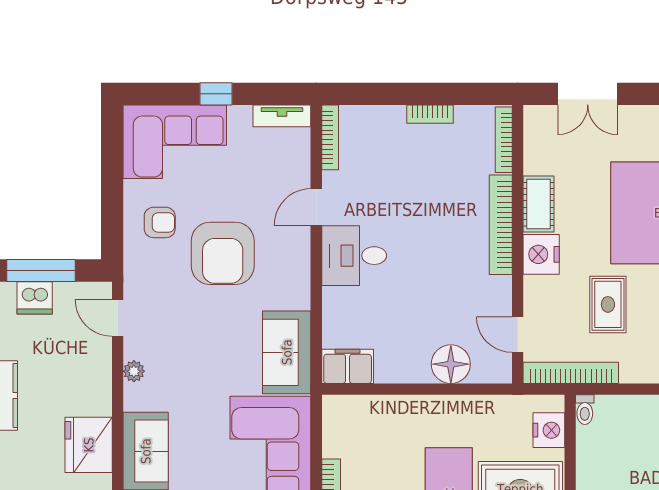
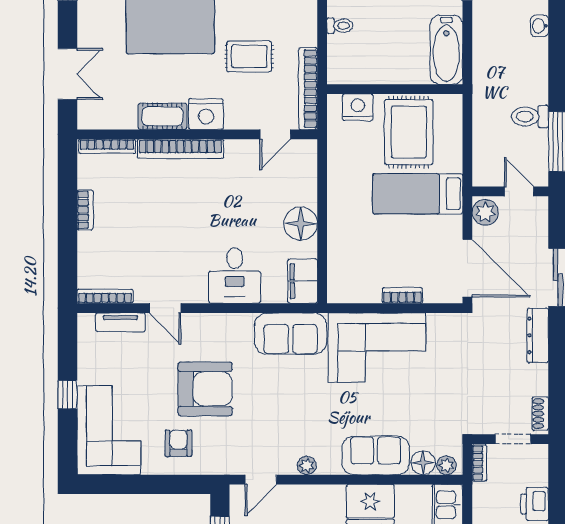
tv unit: (282, 116) -> (120, 322), moved, turned 90
desk: (354, 256) -> (235, 275), moved
floor lamp: (451, 364) -> (301, 224), moved
toilet: (585, 410) -> (340, 26), moved

